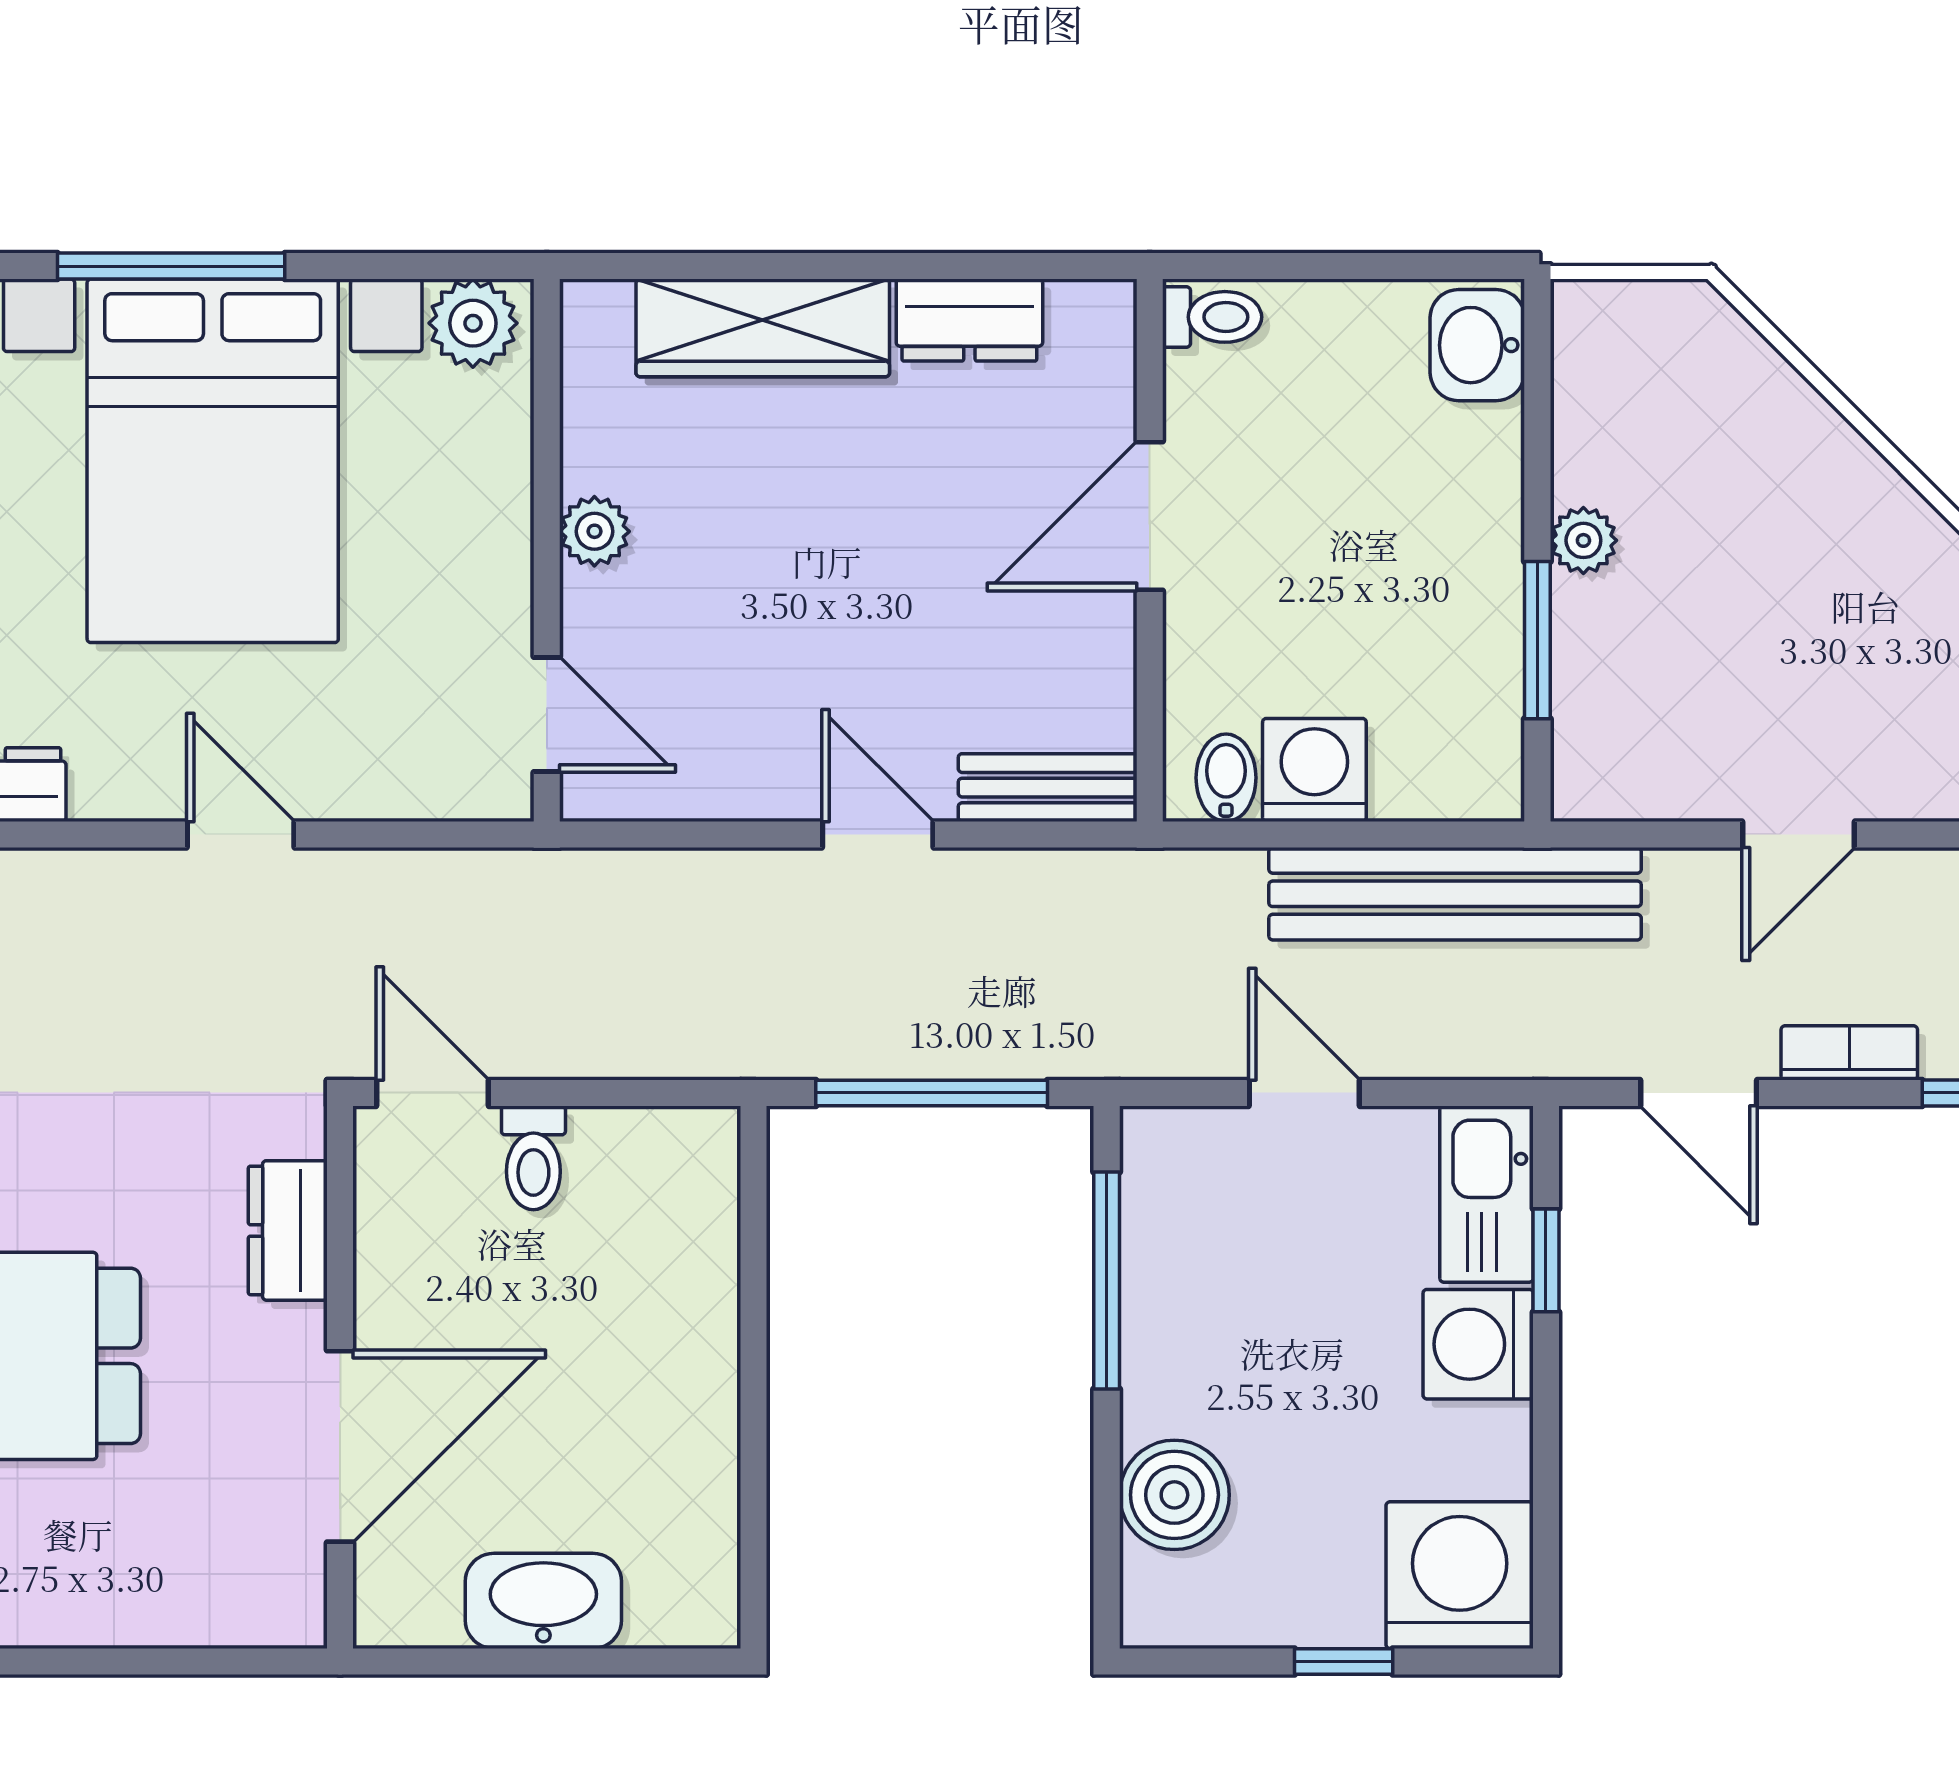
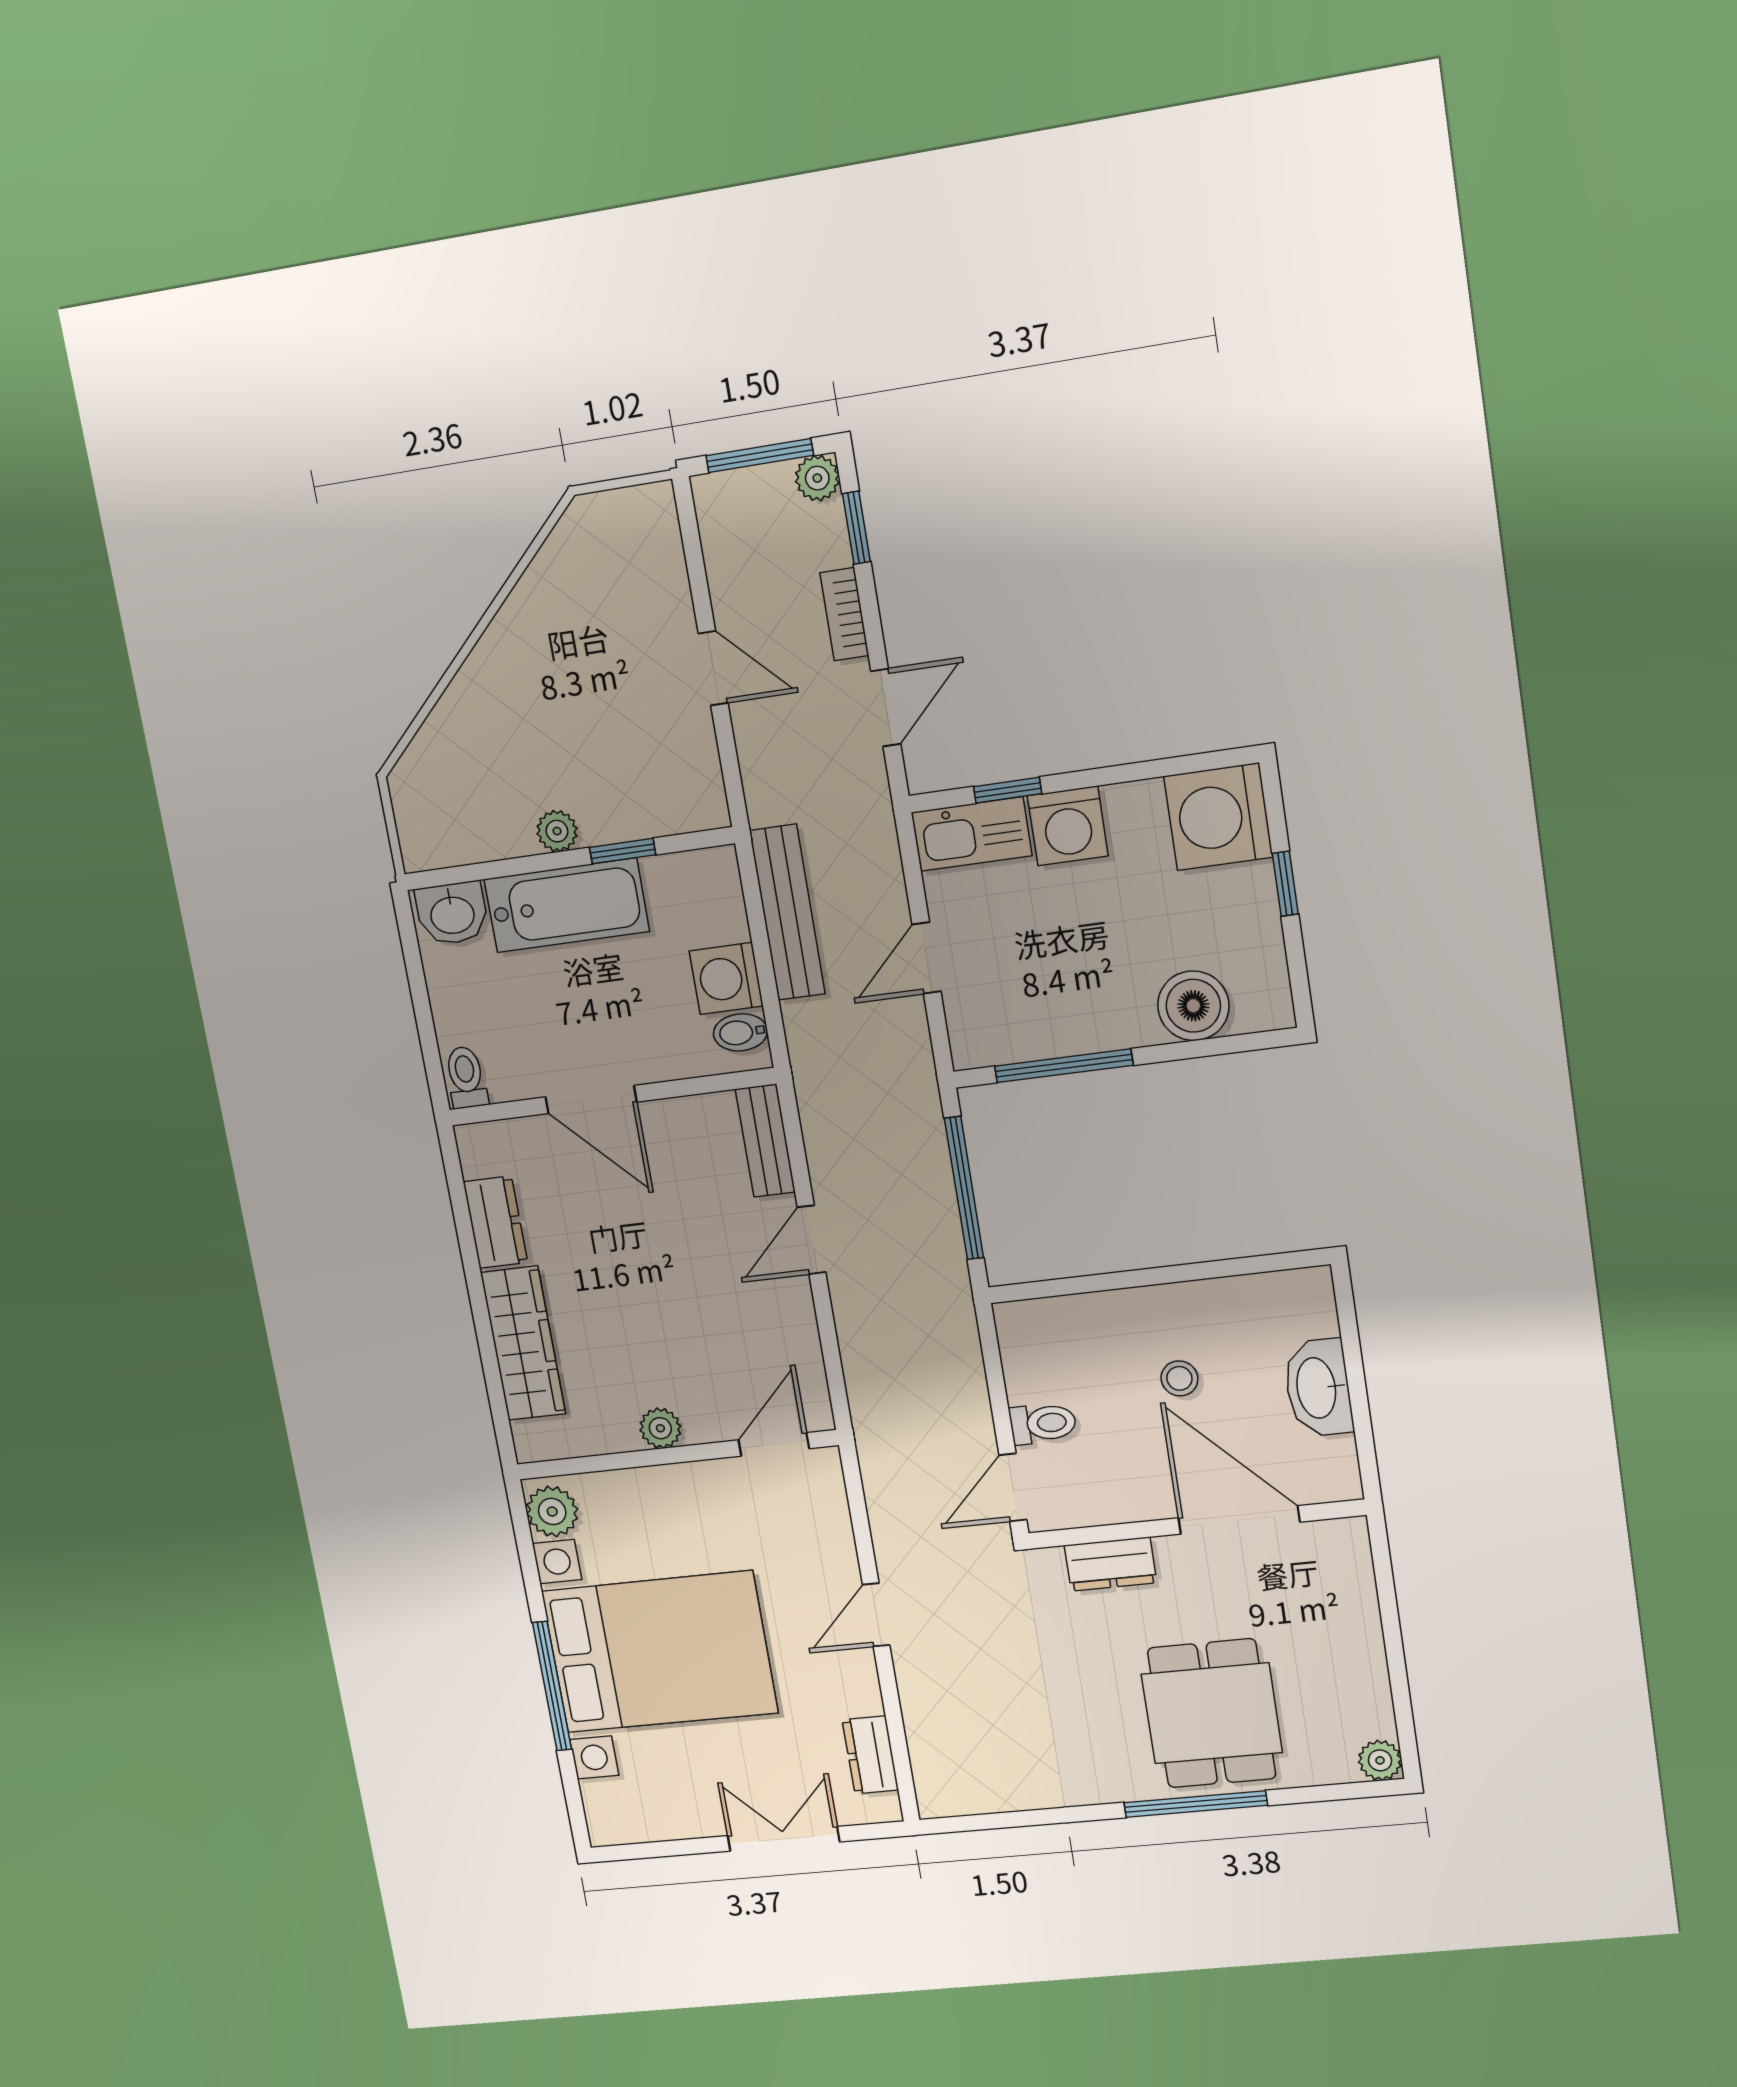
bathtub: (1465, 534) -> (567, 905), added
window: (1537, 640) -> (623, 851), width x0.67
bench: (1455, 894) -> (787, 912), width x0.73, depth x0.82
stool: (583, 1386) -> (1179, 1378), added

